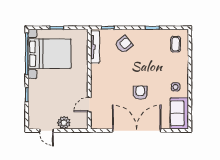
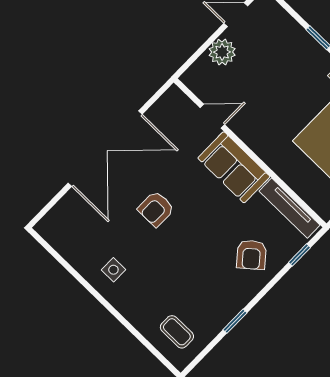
armchair: (140, 93) -> (156, 209), turned 90
door: (89, 105) -> (212, 116), hinge flipped
sofa: (179, 113) -> (234, 167), moved, turned 180

